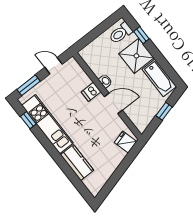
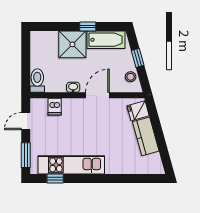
toilet: (121, 33) -> (37, 81), moved, turned 180
window: (141, 35) -> (88, 26), moved
dishwasher: (91, 92) -> (55, 107), moved
stool: (146, 117) -> (131, 77), added
kitchen counter: (77, 163) -> (146, 136), moved, turned -105

